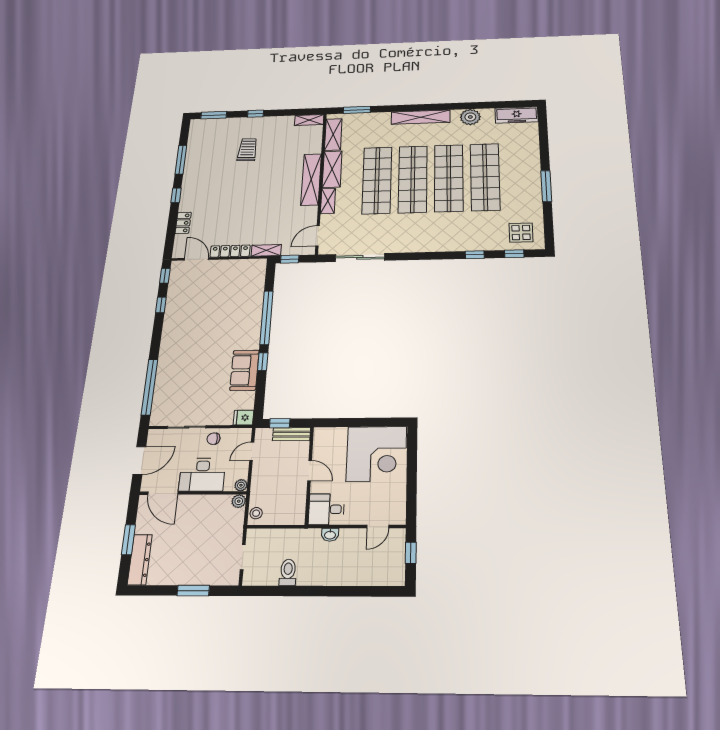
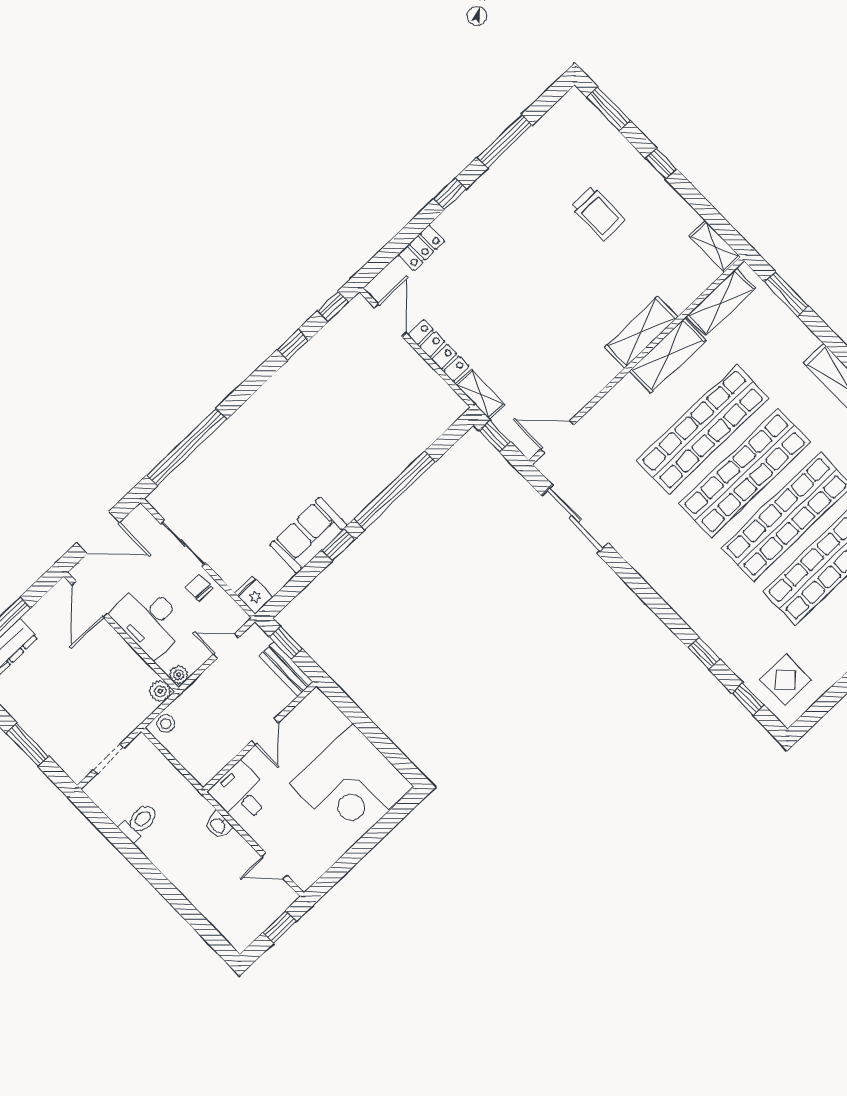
trolley: (247, 150) -> (598, 213), turned 87
shelving: (311, 179) -> (641, 332), width x0.68
shelving: (328, 201) -> (617, 398), removed

